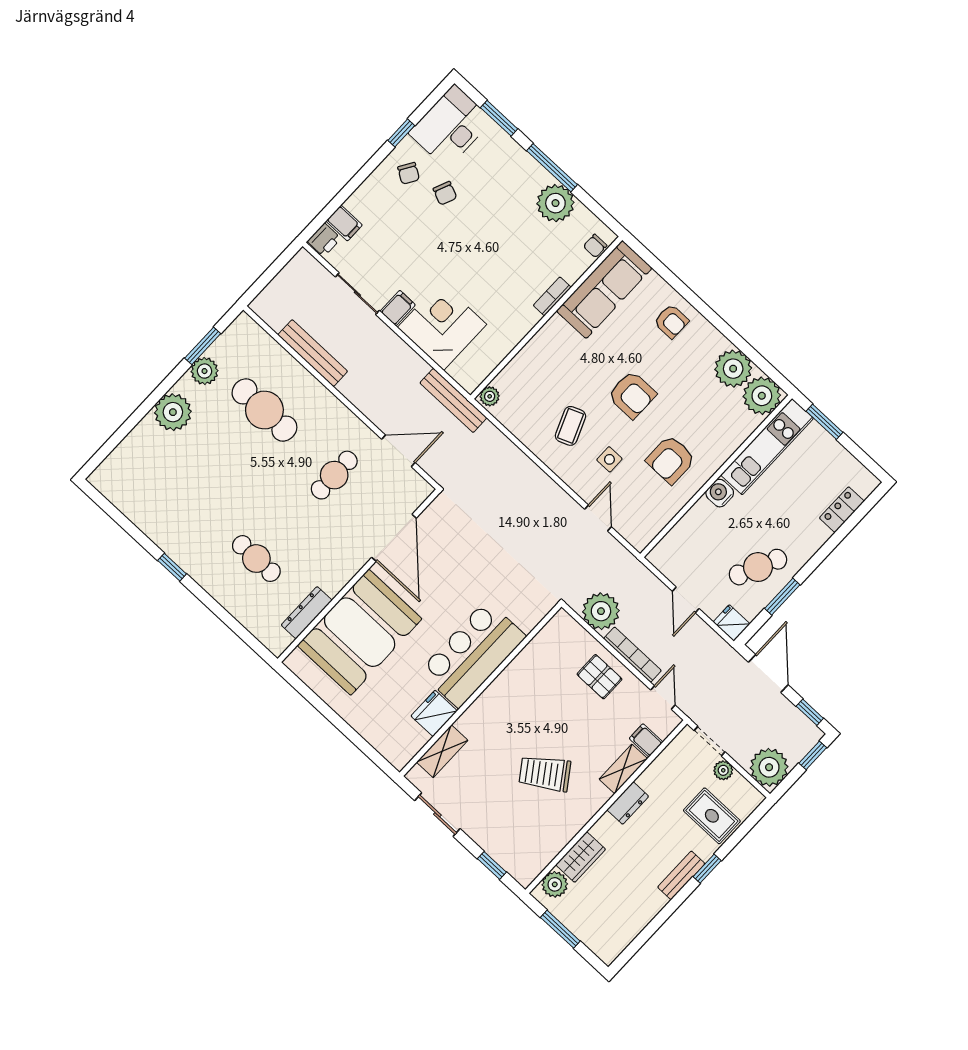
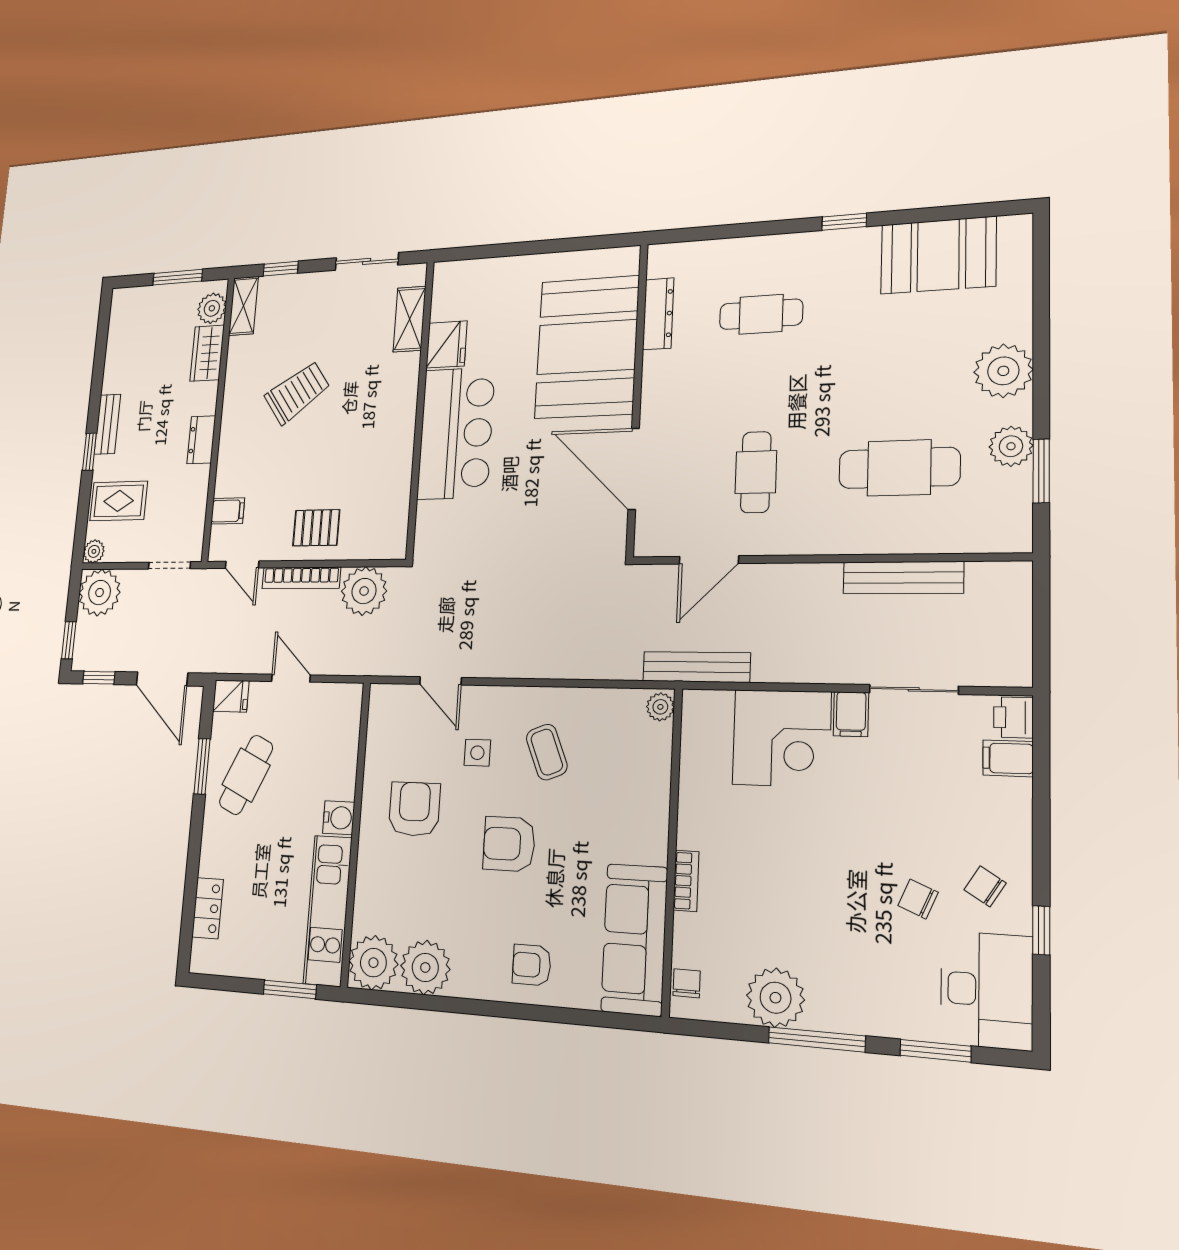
booth: (146, 502) -> (938, 255), added
shelving: (623, 769) -> (244, 306), moved
plant: (723, 770) -> (94, 551), moved

